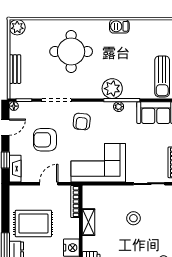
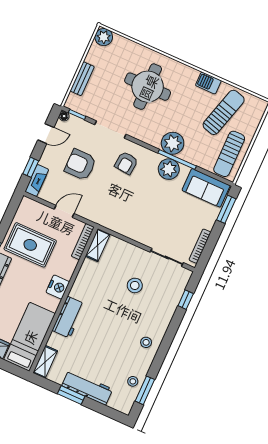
sun lounger: (142, 45) -> (224, 112), added
plant: (119, 107) -> (169, 169), width x1.88, depth x1.88
corner sofa: (98, 163) -> (124, 213), removed
shelving: (89, 222) -> (98, 245), moved

